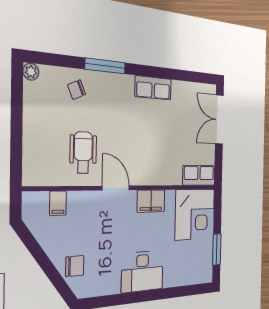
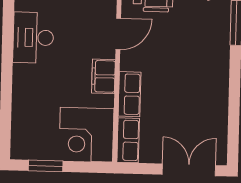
row of seats: (153, 88) -> (129, 94), moved, turned 180
desk: (142, 271) -> (33, 38), moved

